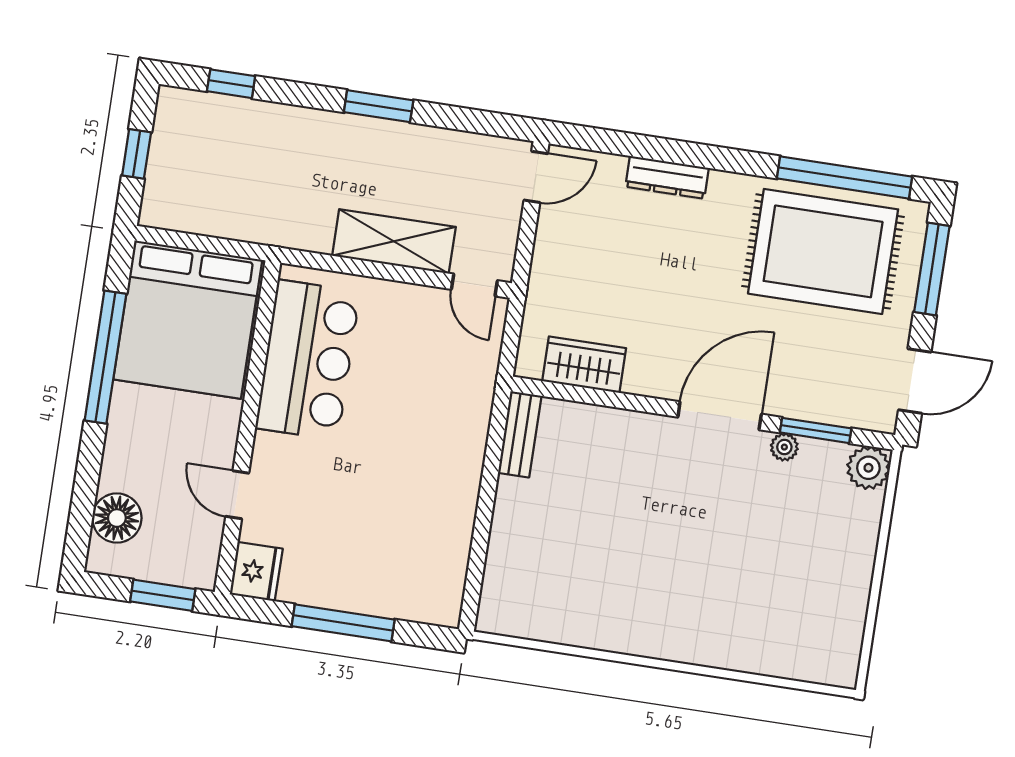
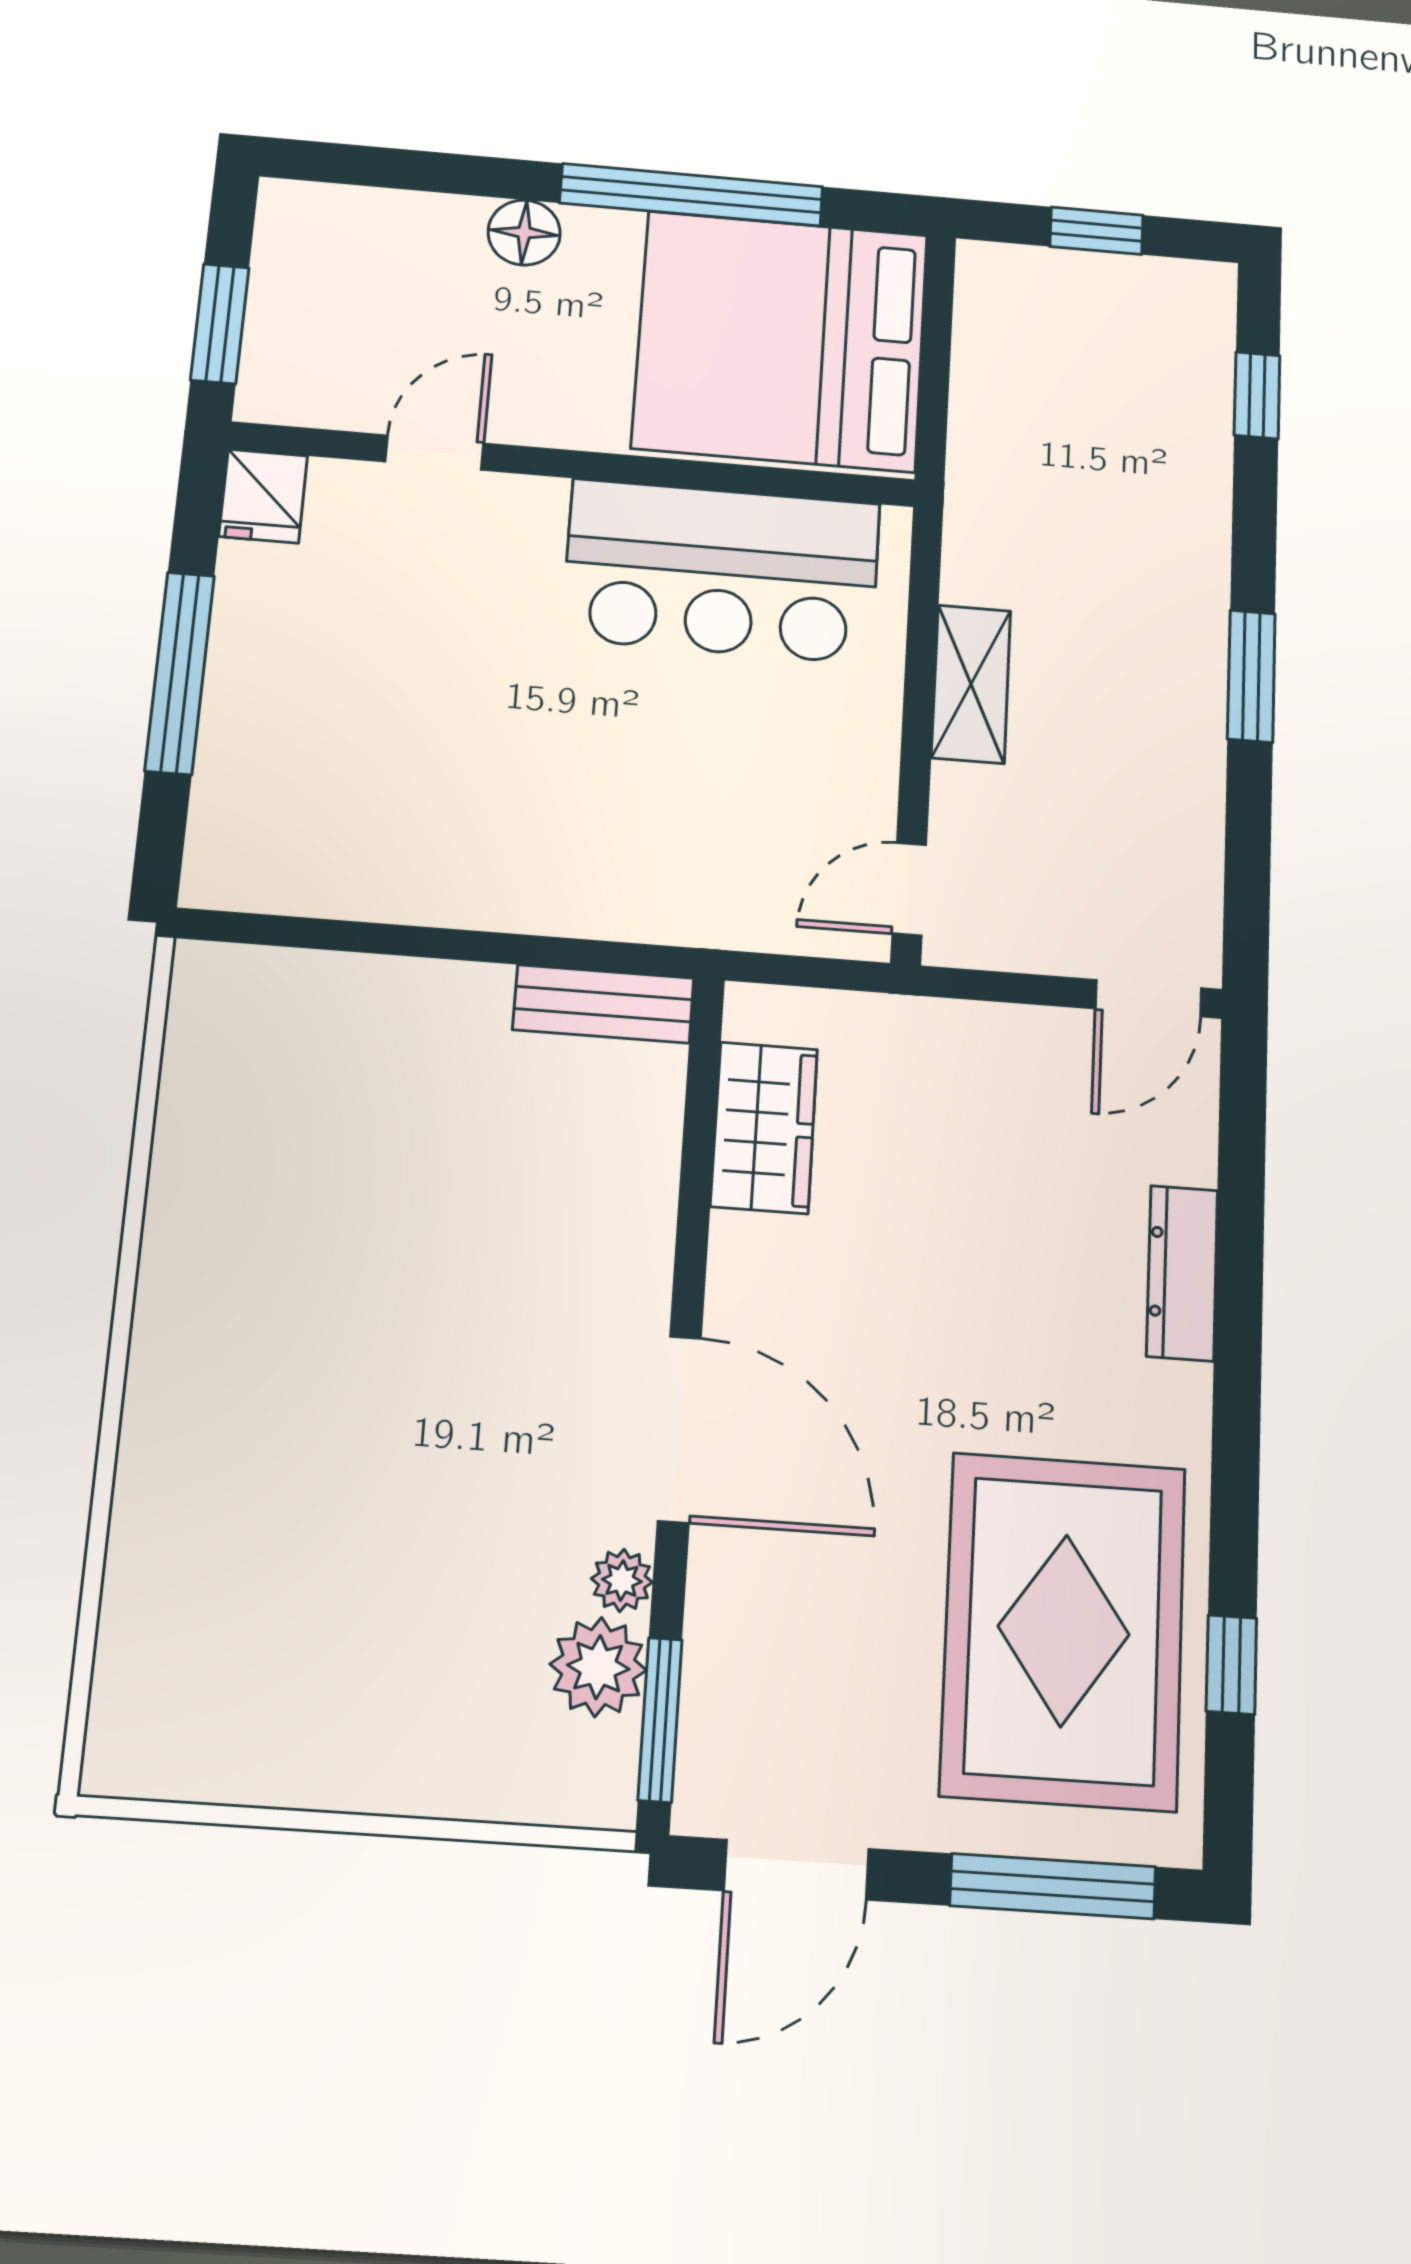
door: (536, 177) -> (1148, 998), hinge flipped
window: (844, 178) -> (1231, 1665), width x0.32
shelving: (394, 241) -> (971, 684), width x0.67, depth x0.75
door: (915, 381) -> (796, 1870), hinge flipped
window: (816, 430) -> (660, 1720), moved
plant: (868, 468) -> (598, 1667), moved
floor lamp: (117, 518) -> (524, 233), moved, width x0.73, depth x0.73
fridge: (256, 571) -> (263, 496), width x0.72

